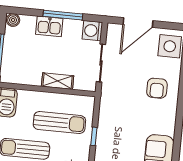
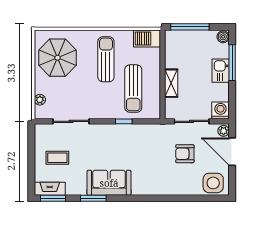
window: (63, 15) -> (232, 63), moved
plant: (115, 30) -> (224, 131), added
armchair: (157, 88) -> (185, 154), moved

